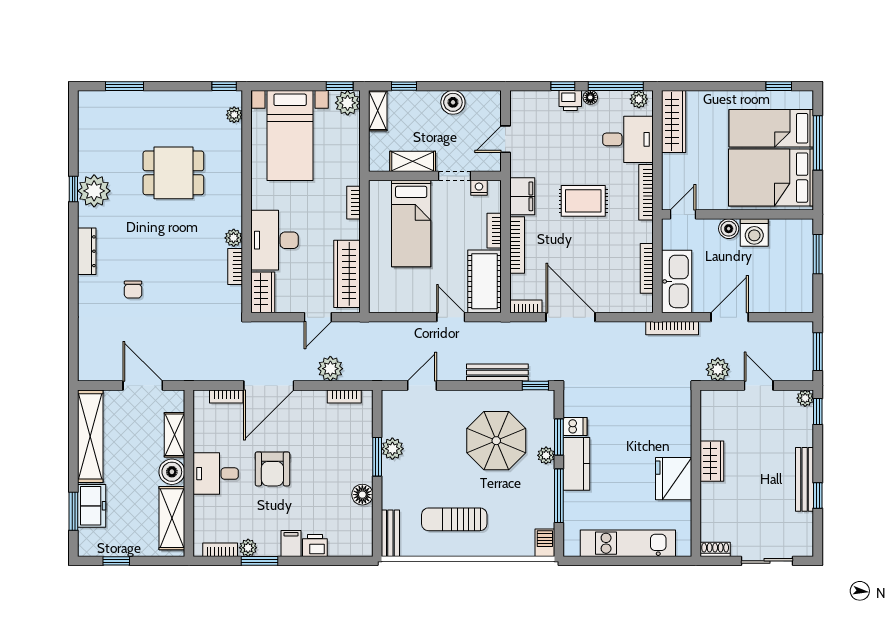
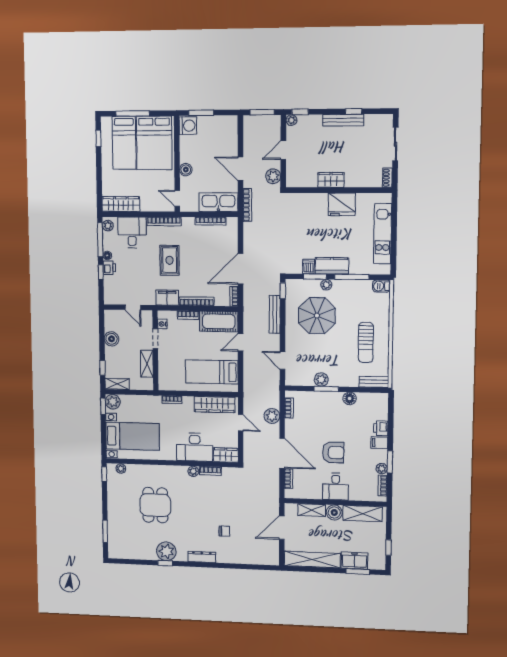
bed: (411, 224) -> (212, 372), moved, turned 180
washing machine: (754, 233) -> (188, 126), moved

